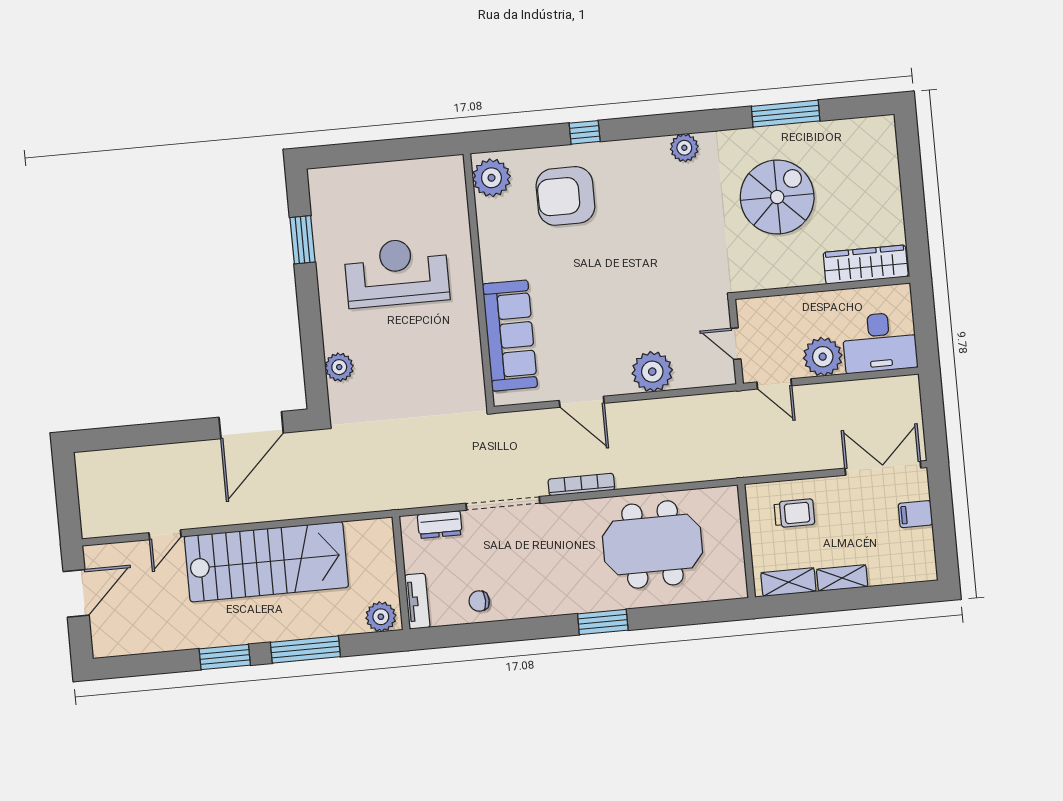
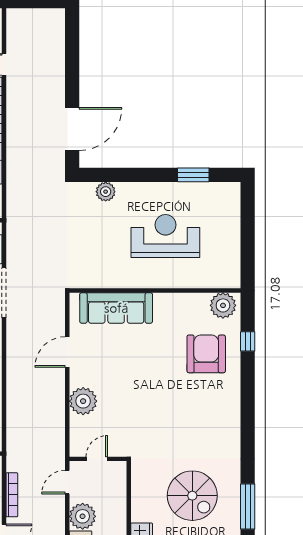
window: (585, 132) -> (248, 341), moved
plant: (684, 148) -> (231, 437), removed
reception desk: (397, 272) -> (165, 236), turned -90
door: (251, 425) -> (72, 129), swing flipped
bookcase: (581, 485) -> (12, 495), moved

